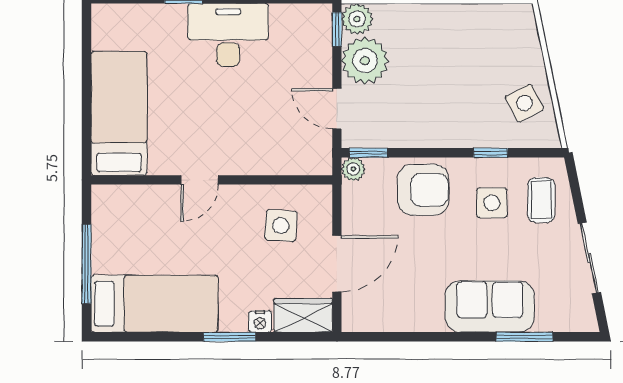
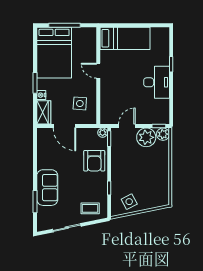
side table: (492, 203) -> (89, 188), removed
bed: (154, 304) -> (54, 53), width x1.50

